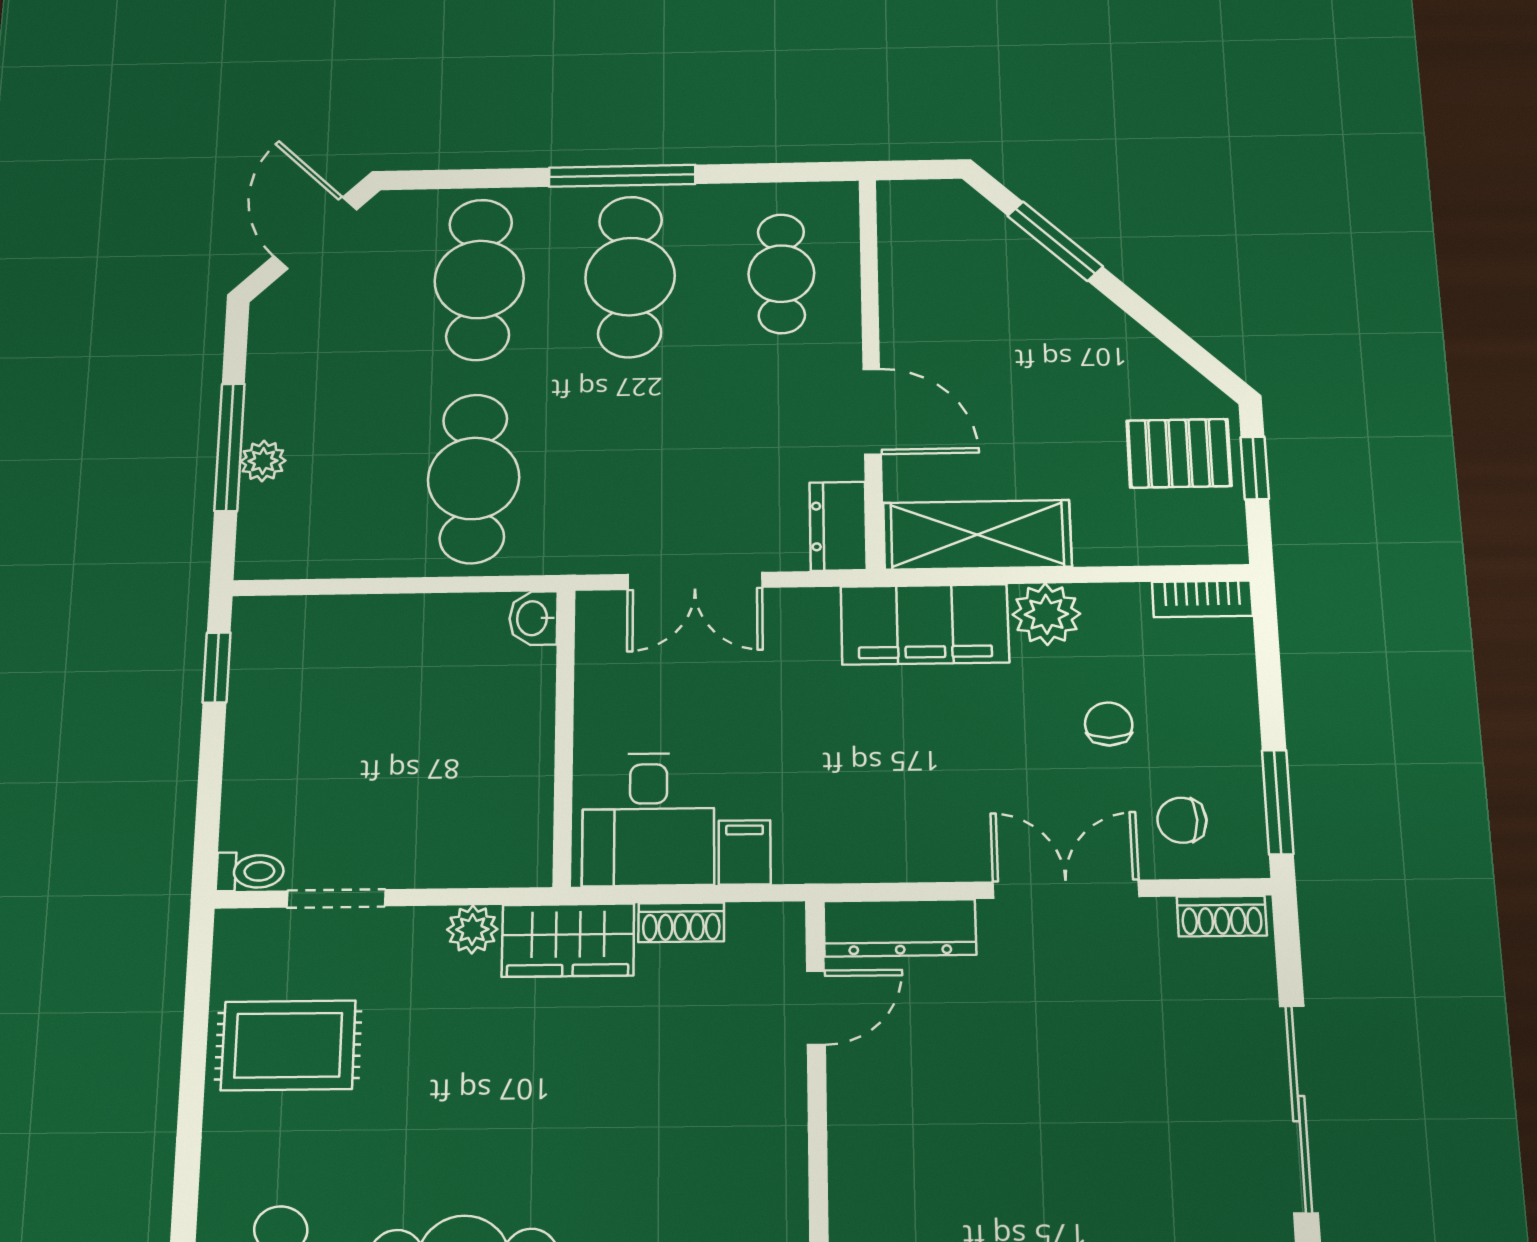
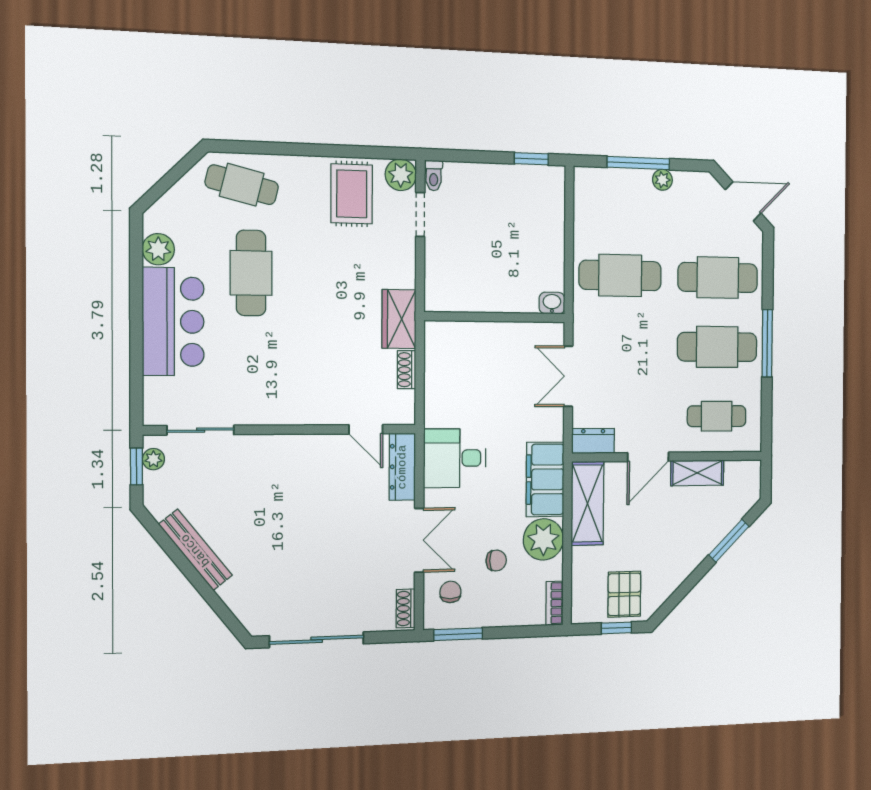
shelving: (906, 310) -> (697, 473), added
plant: (263, 461) -> (662, 180), moved
plant: (1046, 614) -> (543, 539), width x1.36, depth x1.36
desk: (648, 819) -> (455, 458), moved
filing cabinet: (745, 852) -> (439, 398), removed
plant: (472, 929) -> (401, 175), moved, width x1.38, depth x1.38

